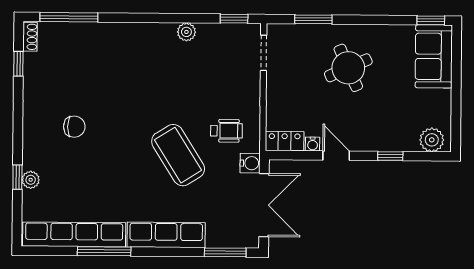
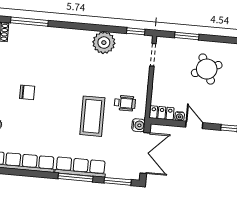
plant: (186, 32) -> (104, 43), width x1.87, depth x1.87
coffee table: (178, 155) -> (92, 116), turned 32
window: (104, 251) -> (75, 177), moved

